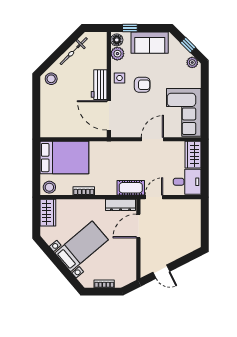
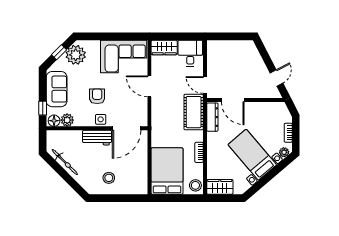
plant: (192, 62) -> (76, 55), width x1.87, depth x1.87
side table: (120, 78) -> (101, 119), moved
stool: (51, 79) -> (109, 178), moved
cot: (131, 188) -> (194, 112), width x1.37, depth x1.34
plant: (84, 280) -> (284, 152), added

